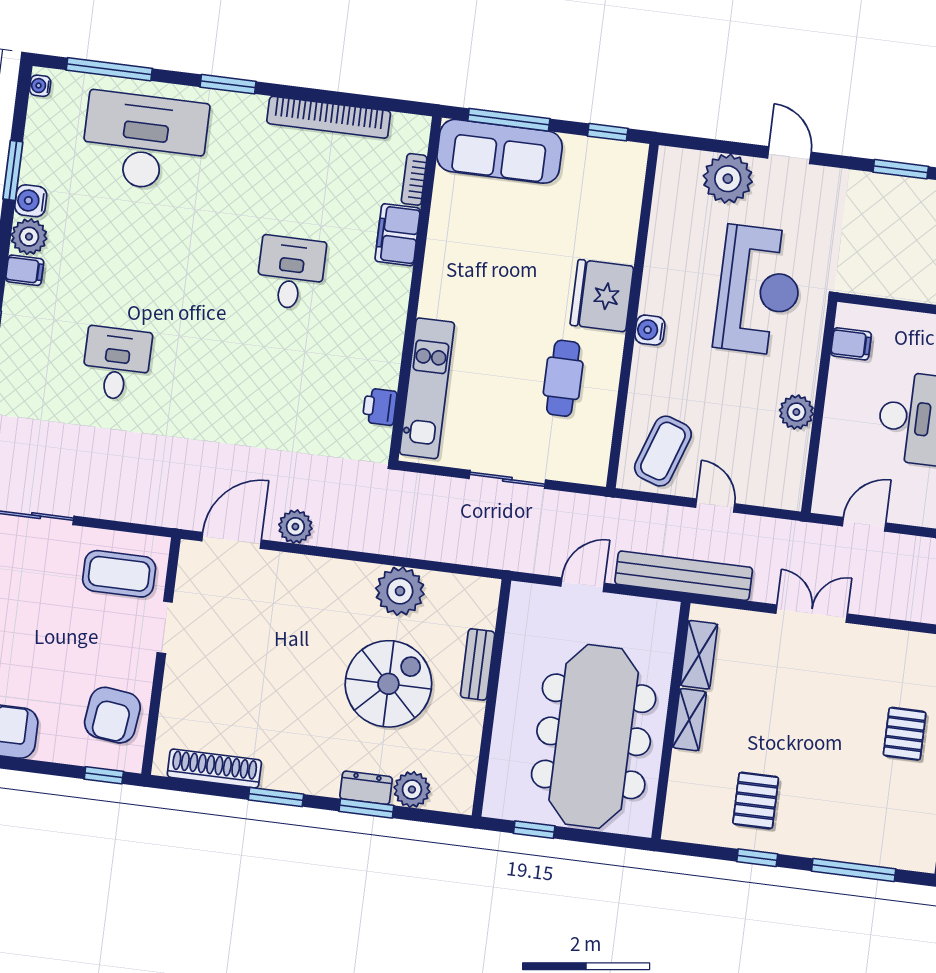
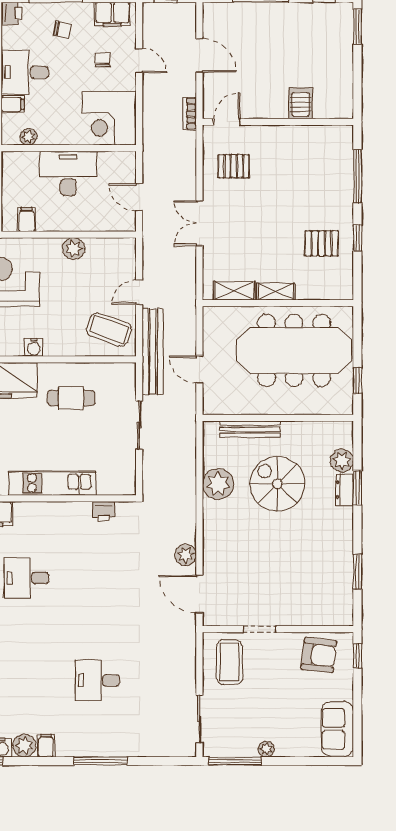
kitchen unit: (427, 388) -> (52, 483), moved
bench: (684, 576) -> (153, 352), moved
bench: (478, 664) -> (250, 429), width x1.36
pallet: (905, 734) -> (234, 166), moved
shoe rack: (214, 768) -> (344, 587), removed
window: (276, 797) -> (357, 572), moved

